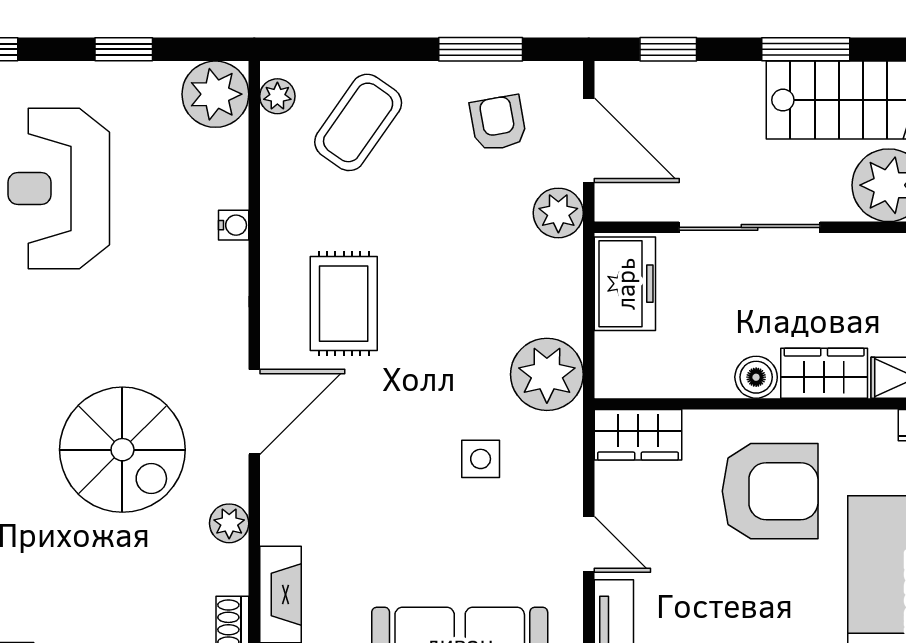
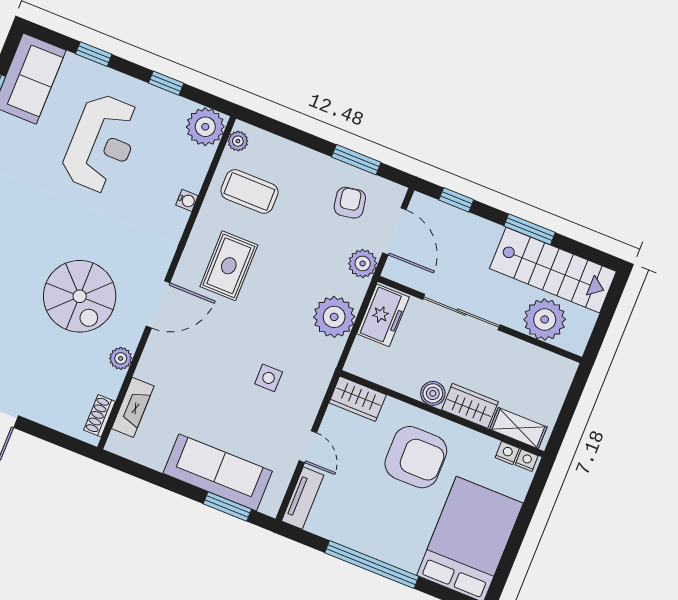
coffee table: (358, 122) -> (249, 192), moved, turned 55
reception desk: (59, 189) -> (102, 143), turned 180
plant: (547, 374) -> (334, 317), moved

